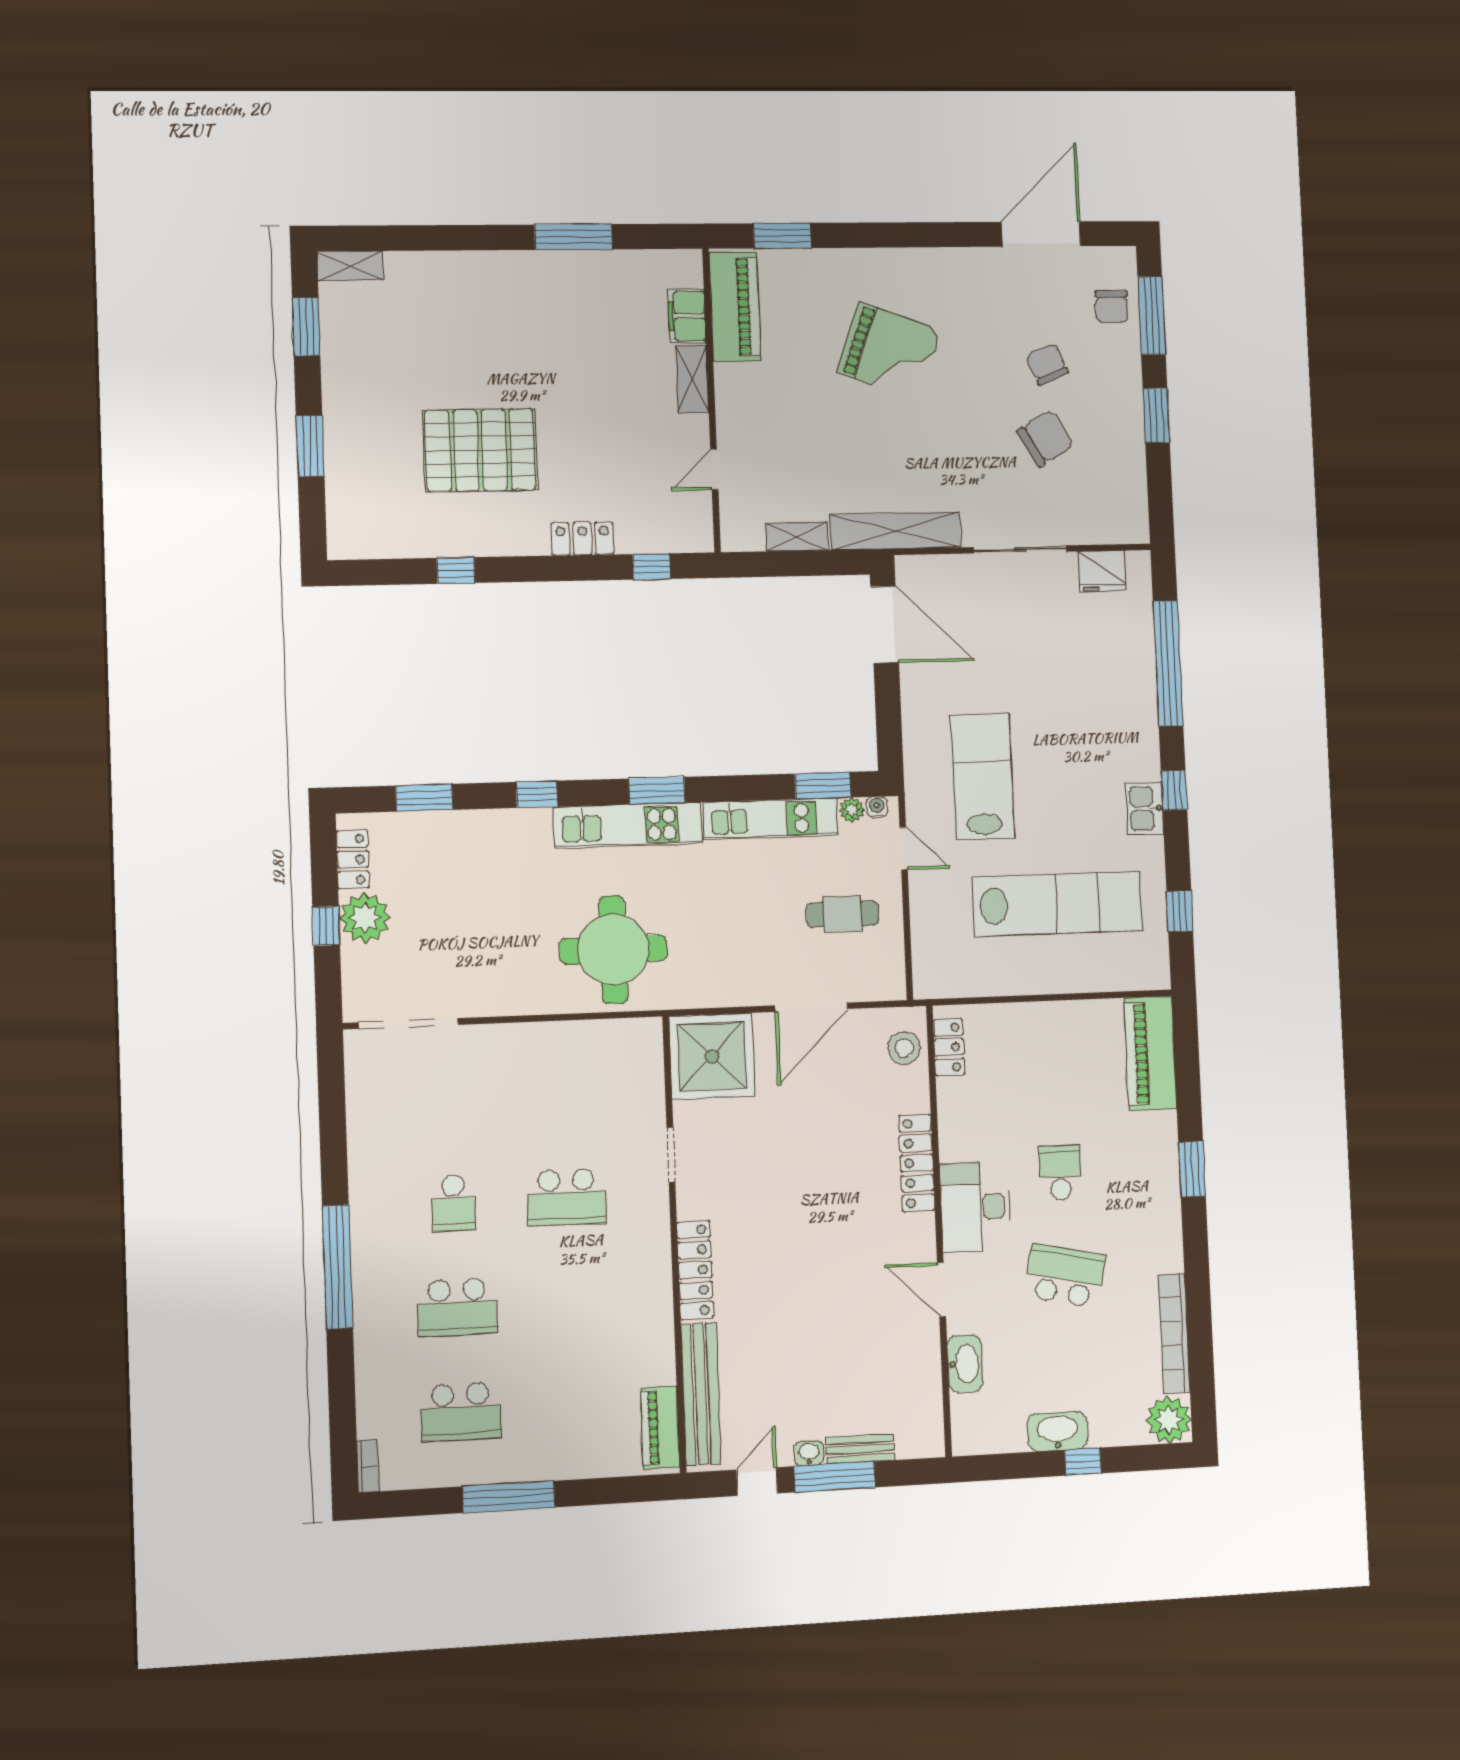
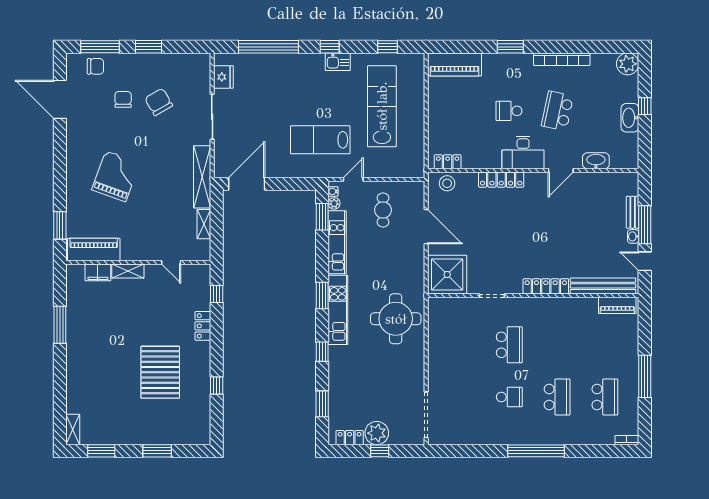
chair: (1047, 364) -> (123, 99), turned 113
bookcase: (1174, 1333) -> (562, 59), moved

